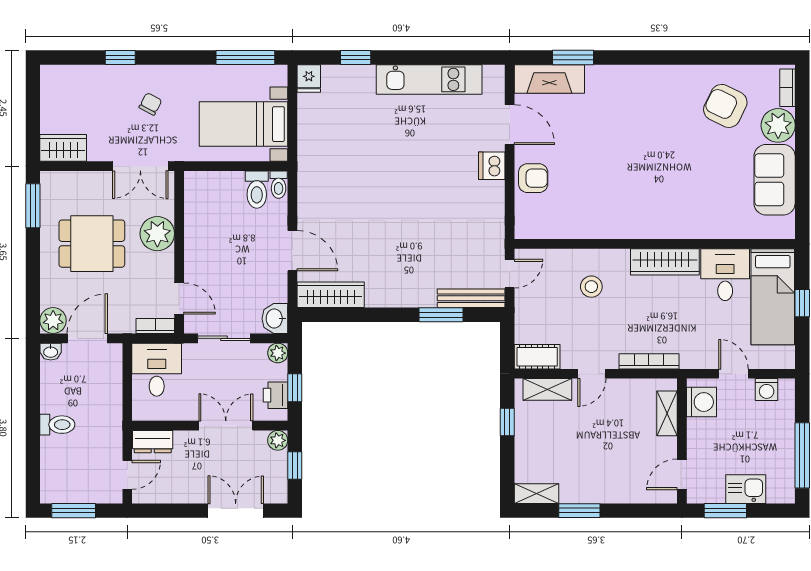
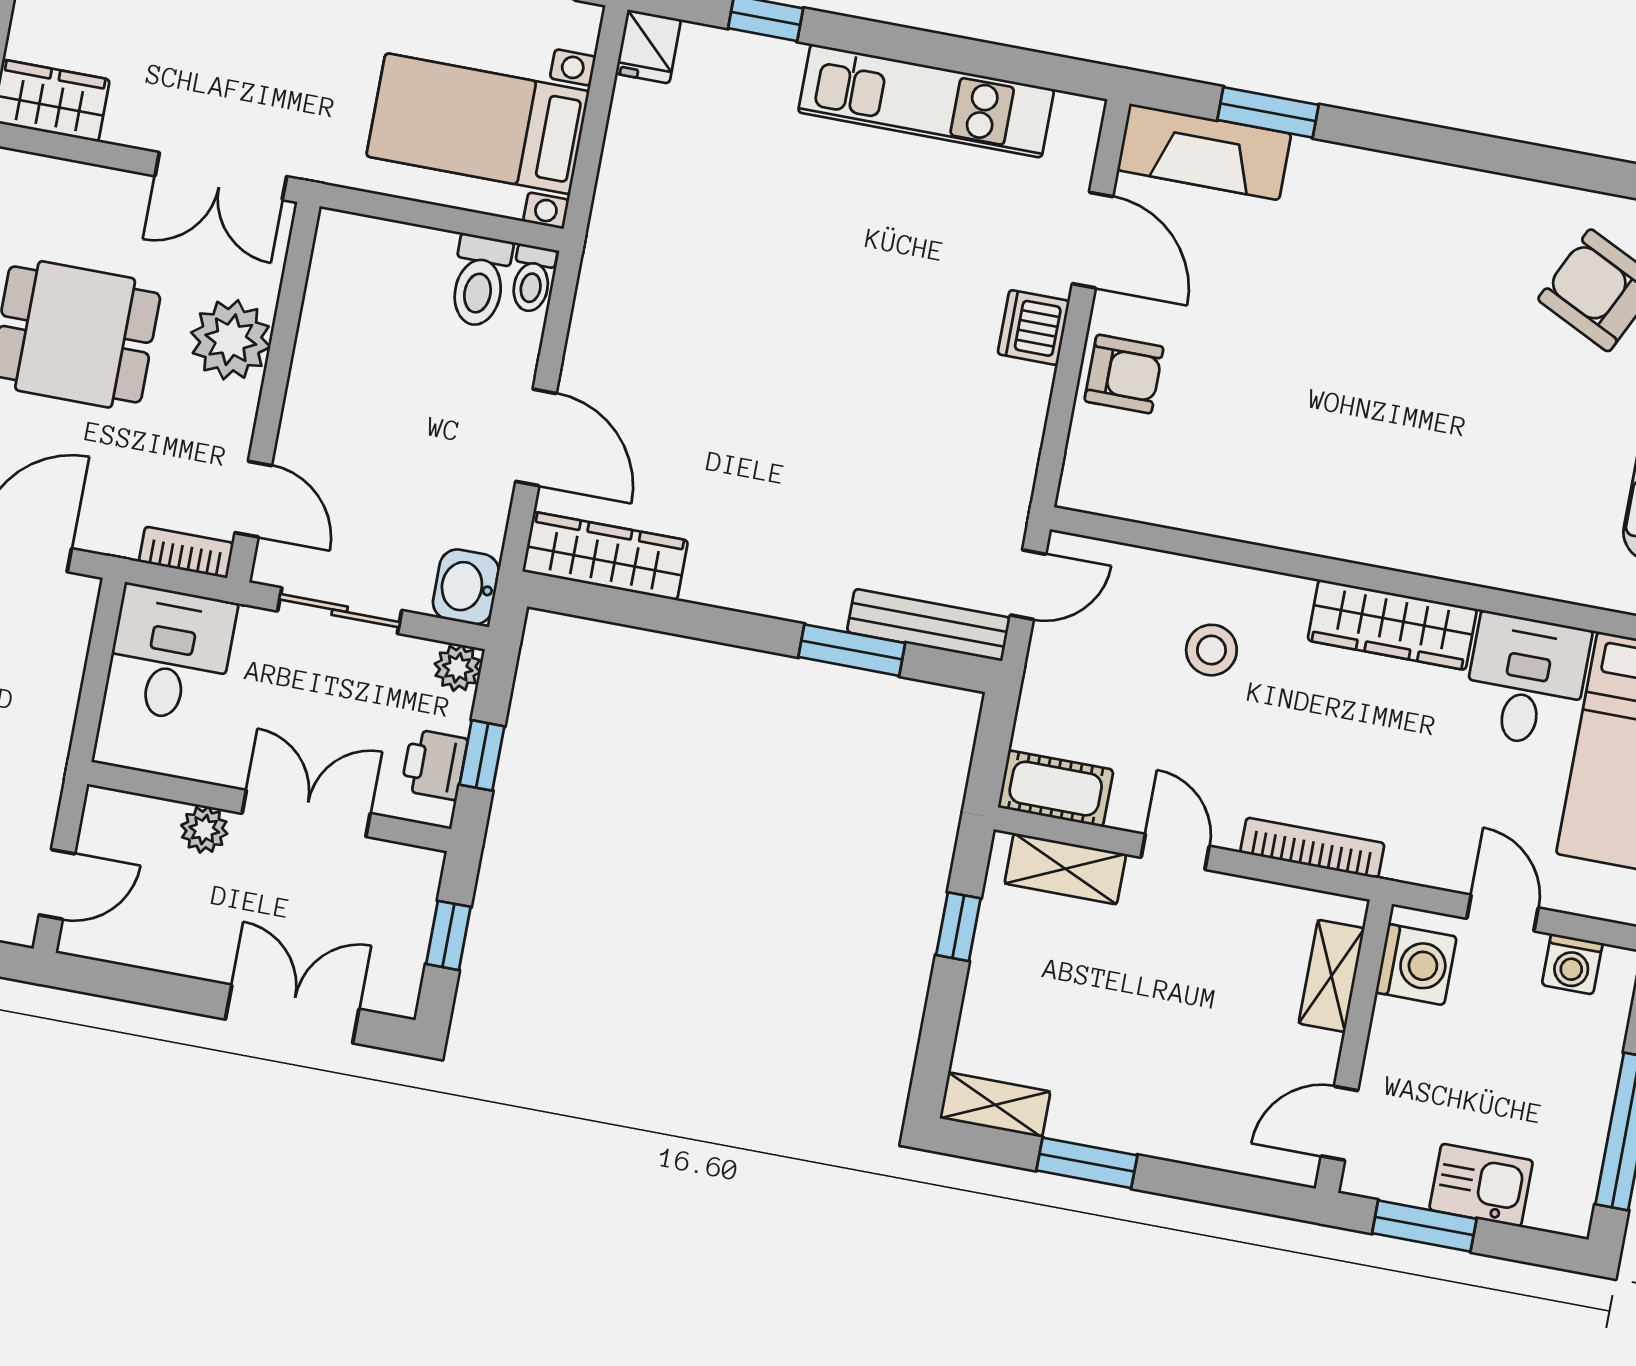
chair: (150, 104) -> (271, 37), removed
door: (592, 374) -> (1175, 852), swing flipped
plant: (278, 440) -> (204, 830), moved
dresser: (153, 442) -> (130, 819), removed

